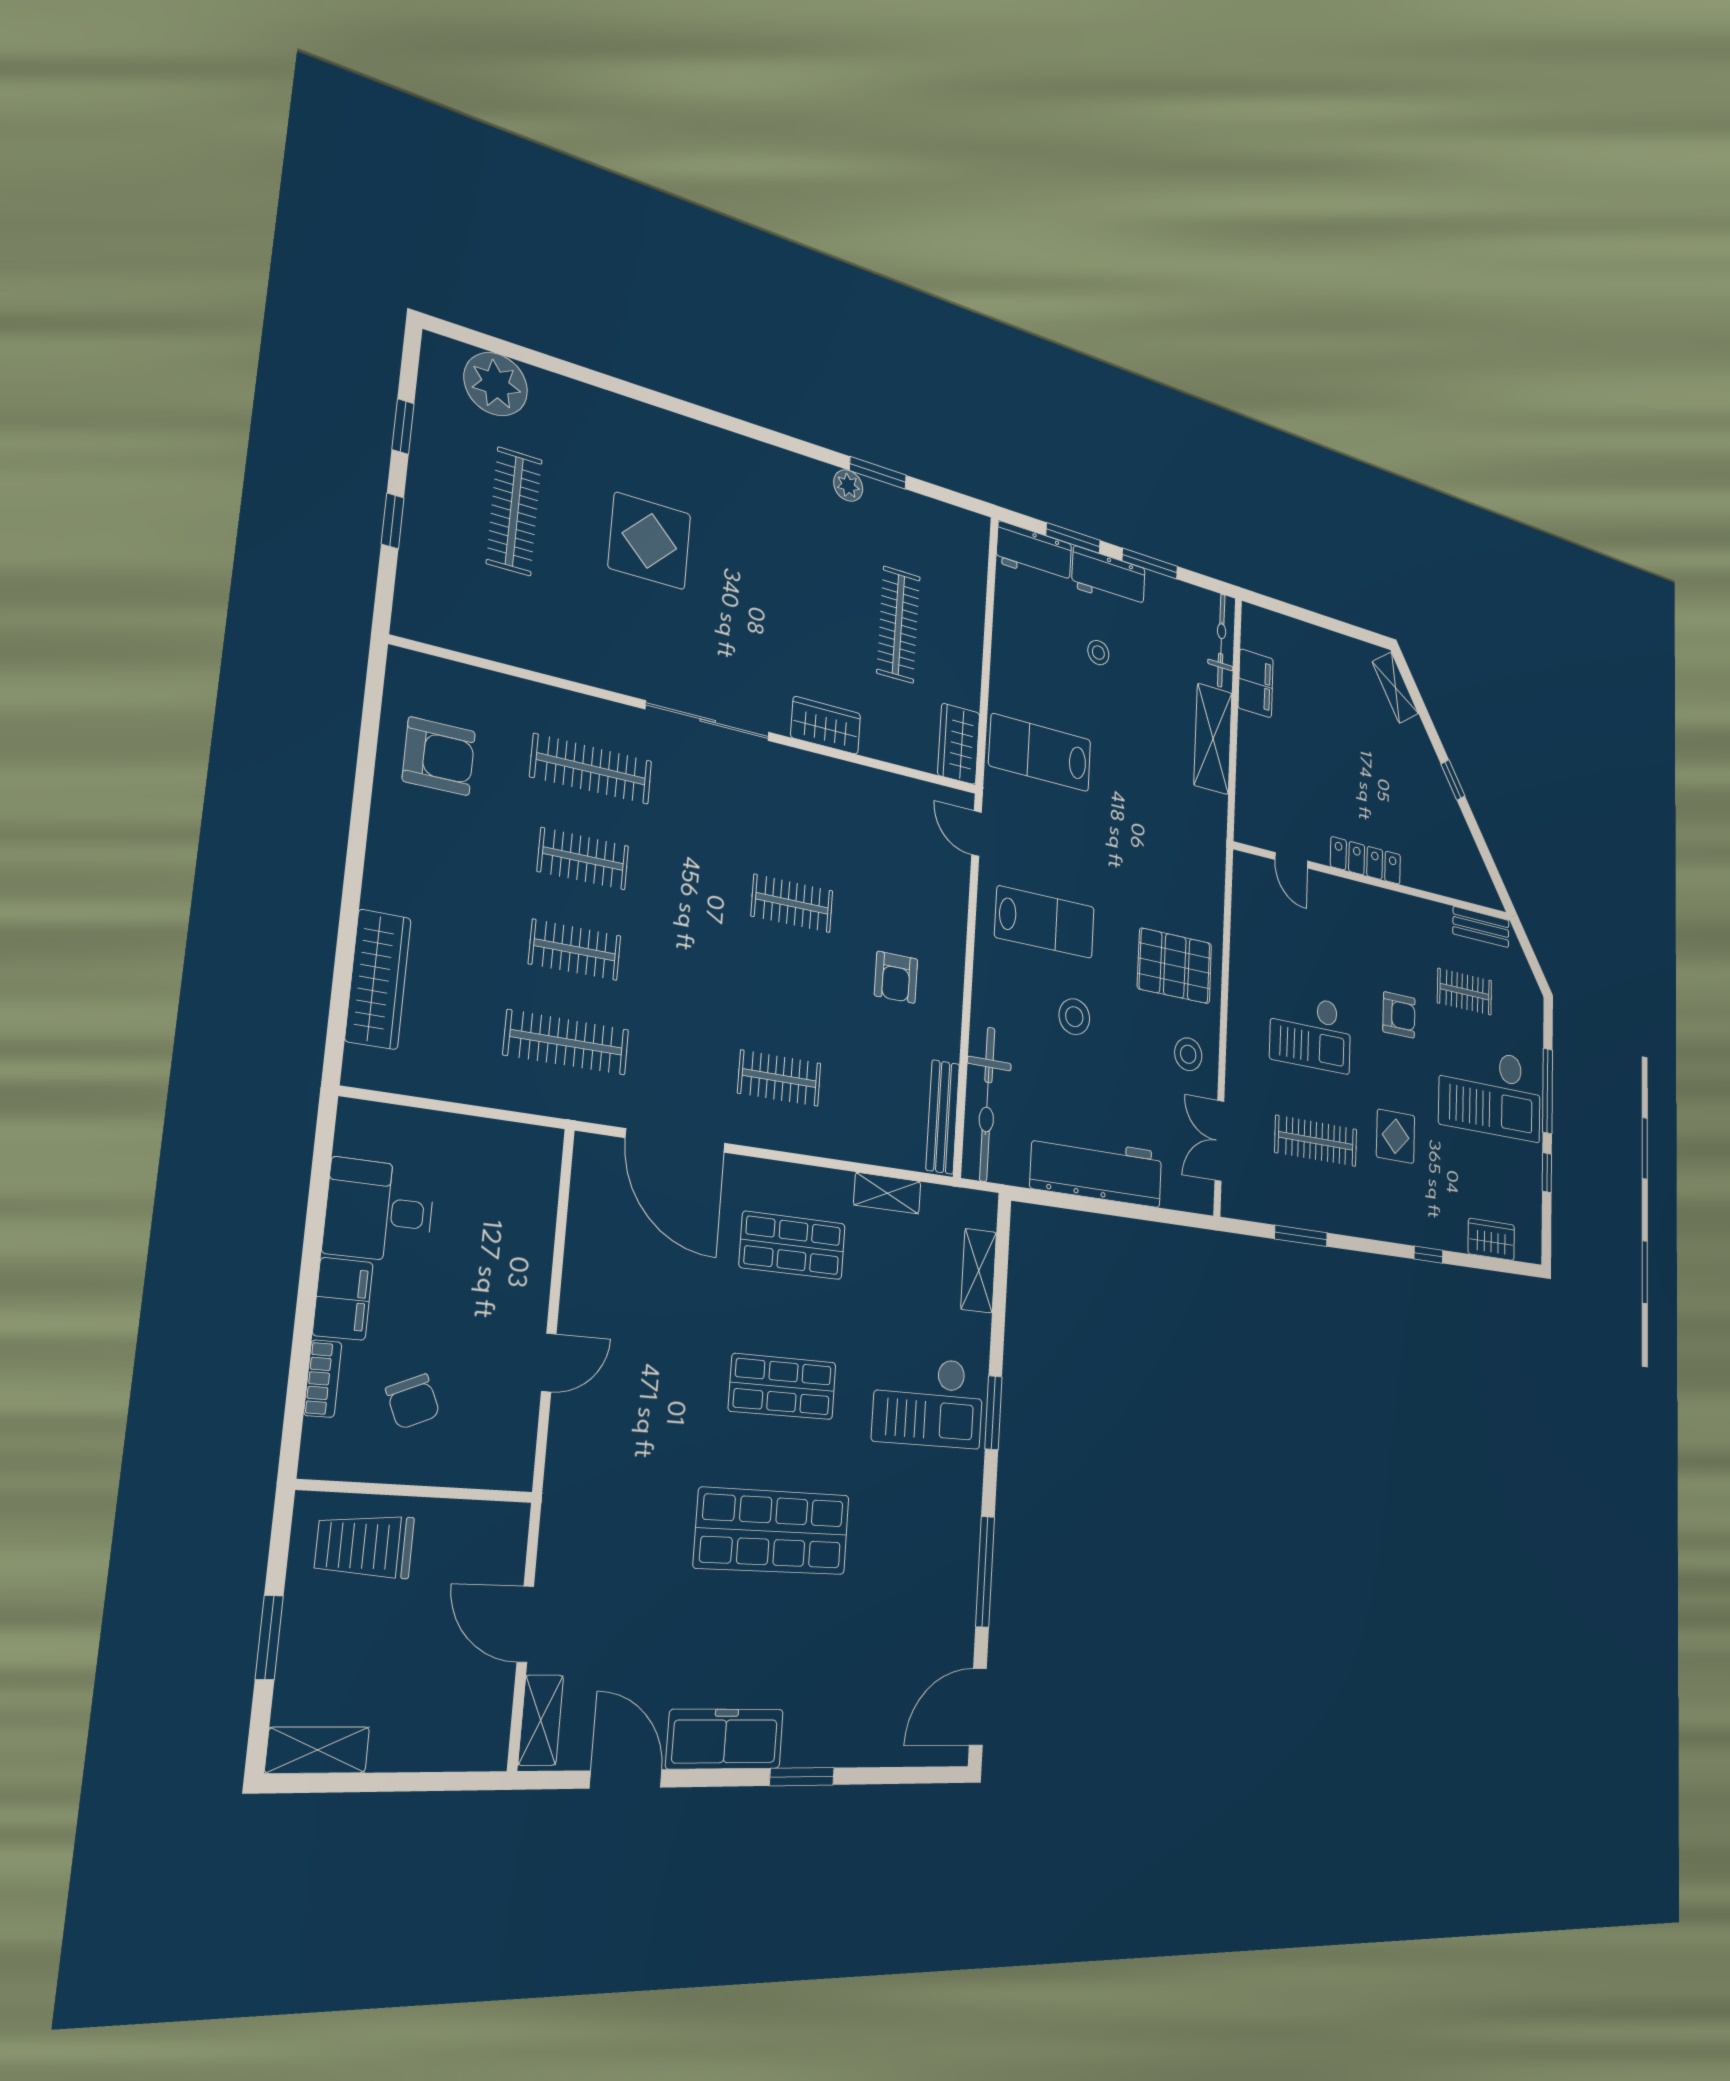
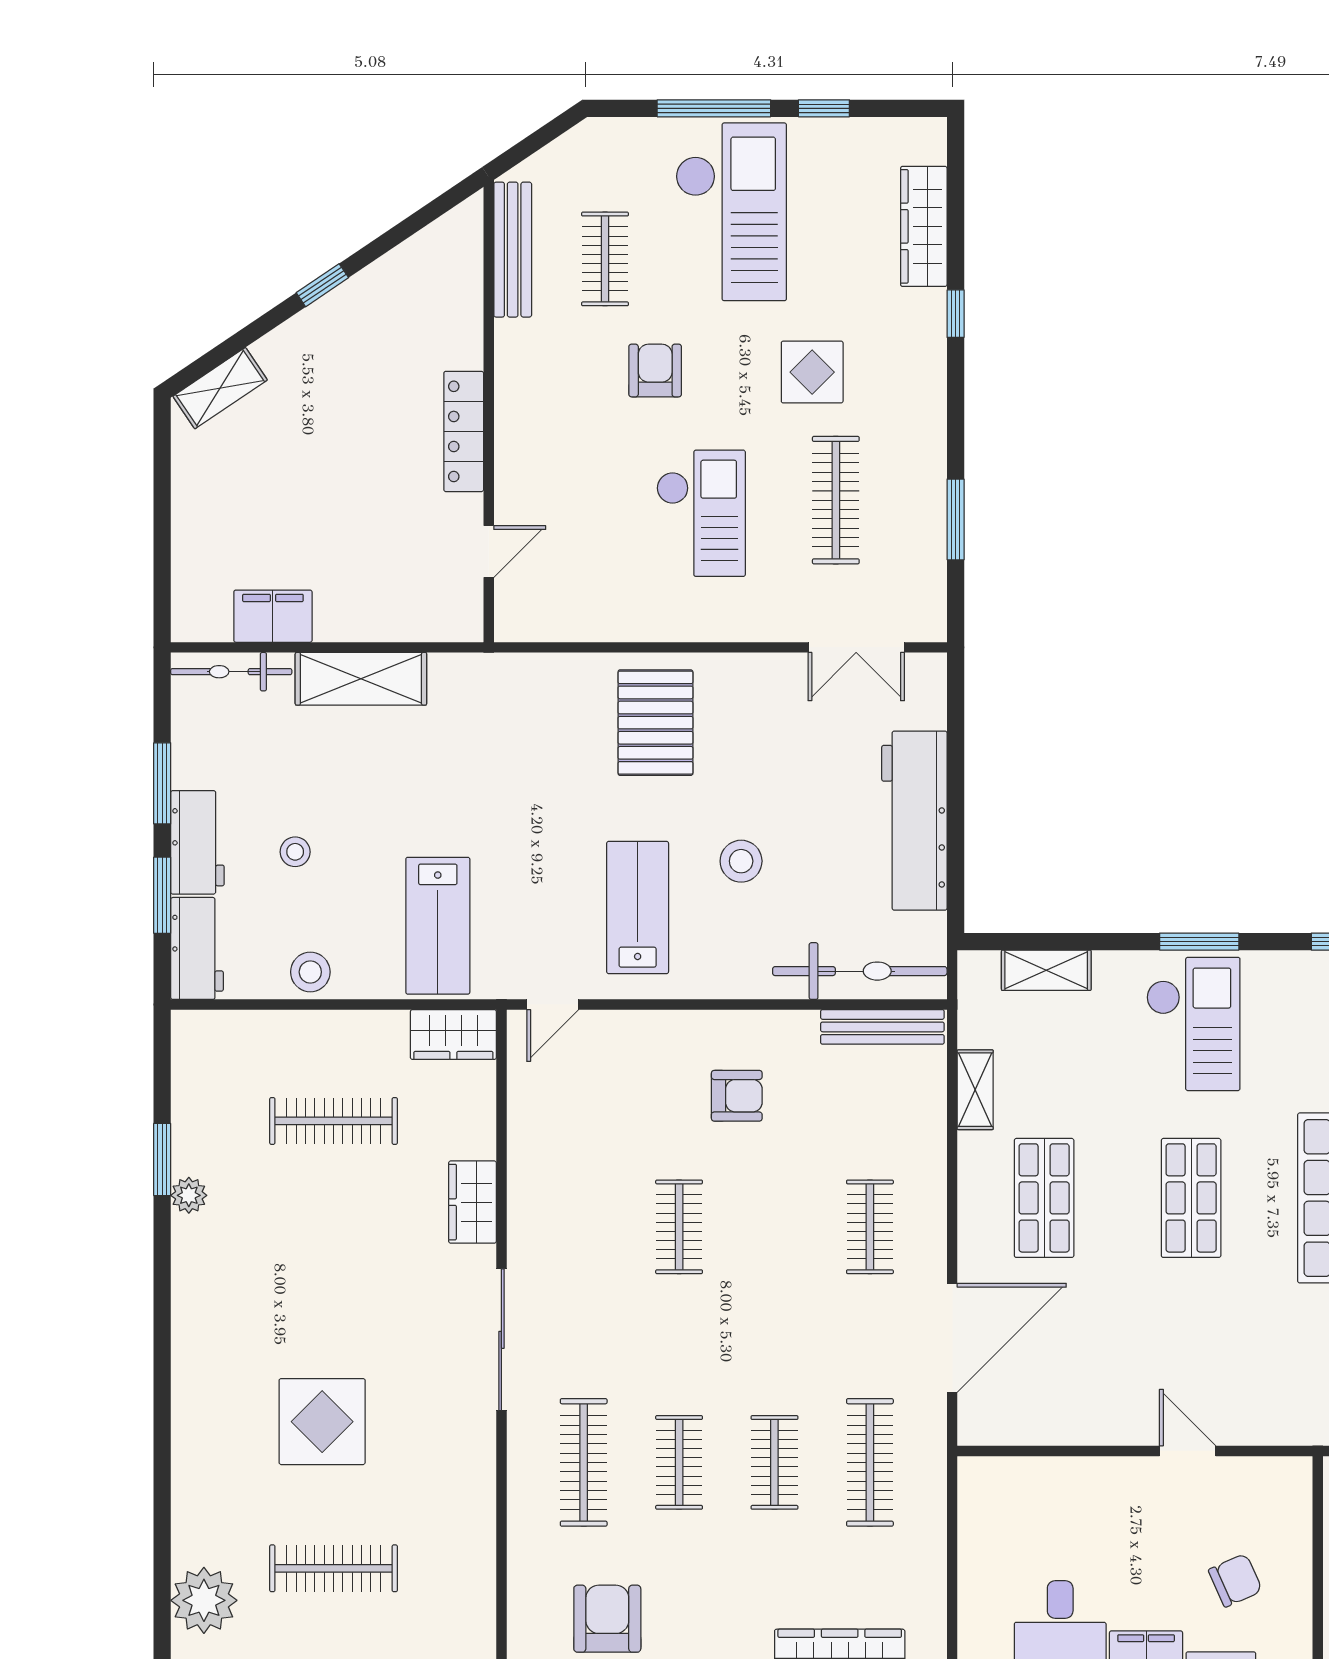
bench: (1481, 927) -> (513, 250), width x1.36
stool: (1188, 1054) -> (310, 972), moved
wardrobe: (1491, 1239) -> (924, 226), width x1.50

